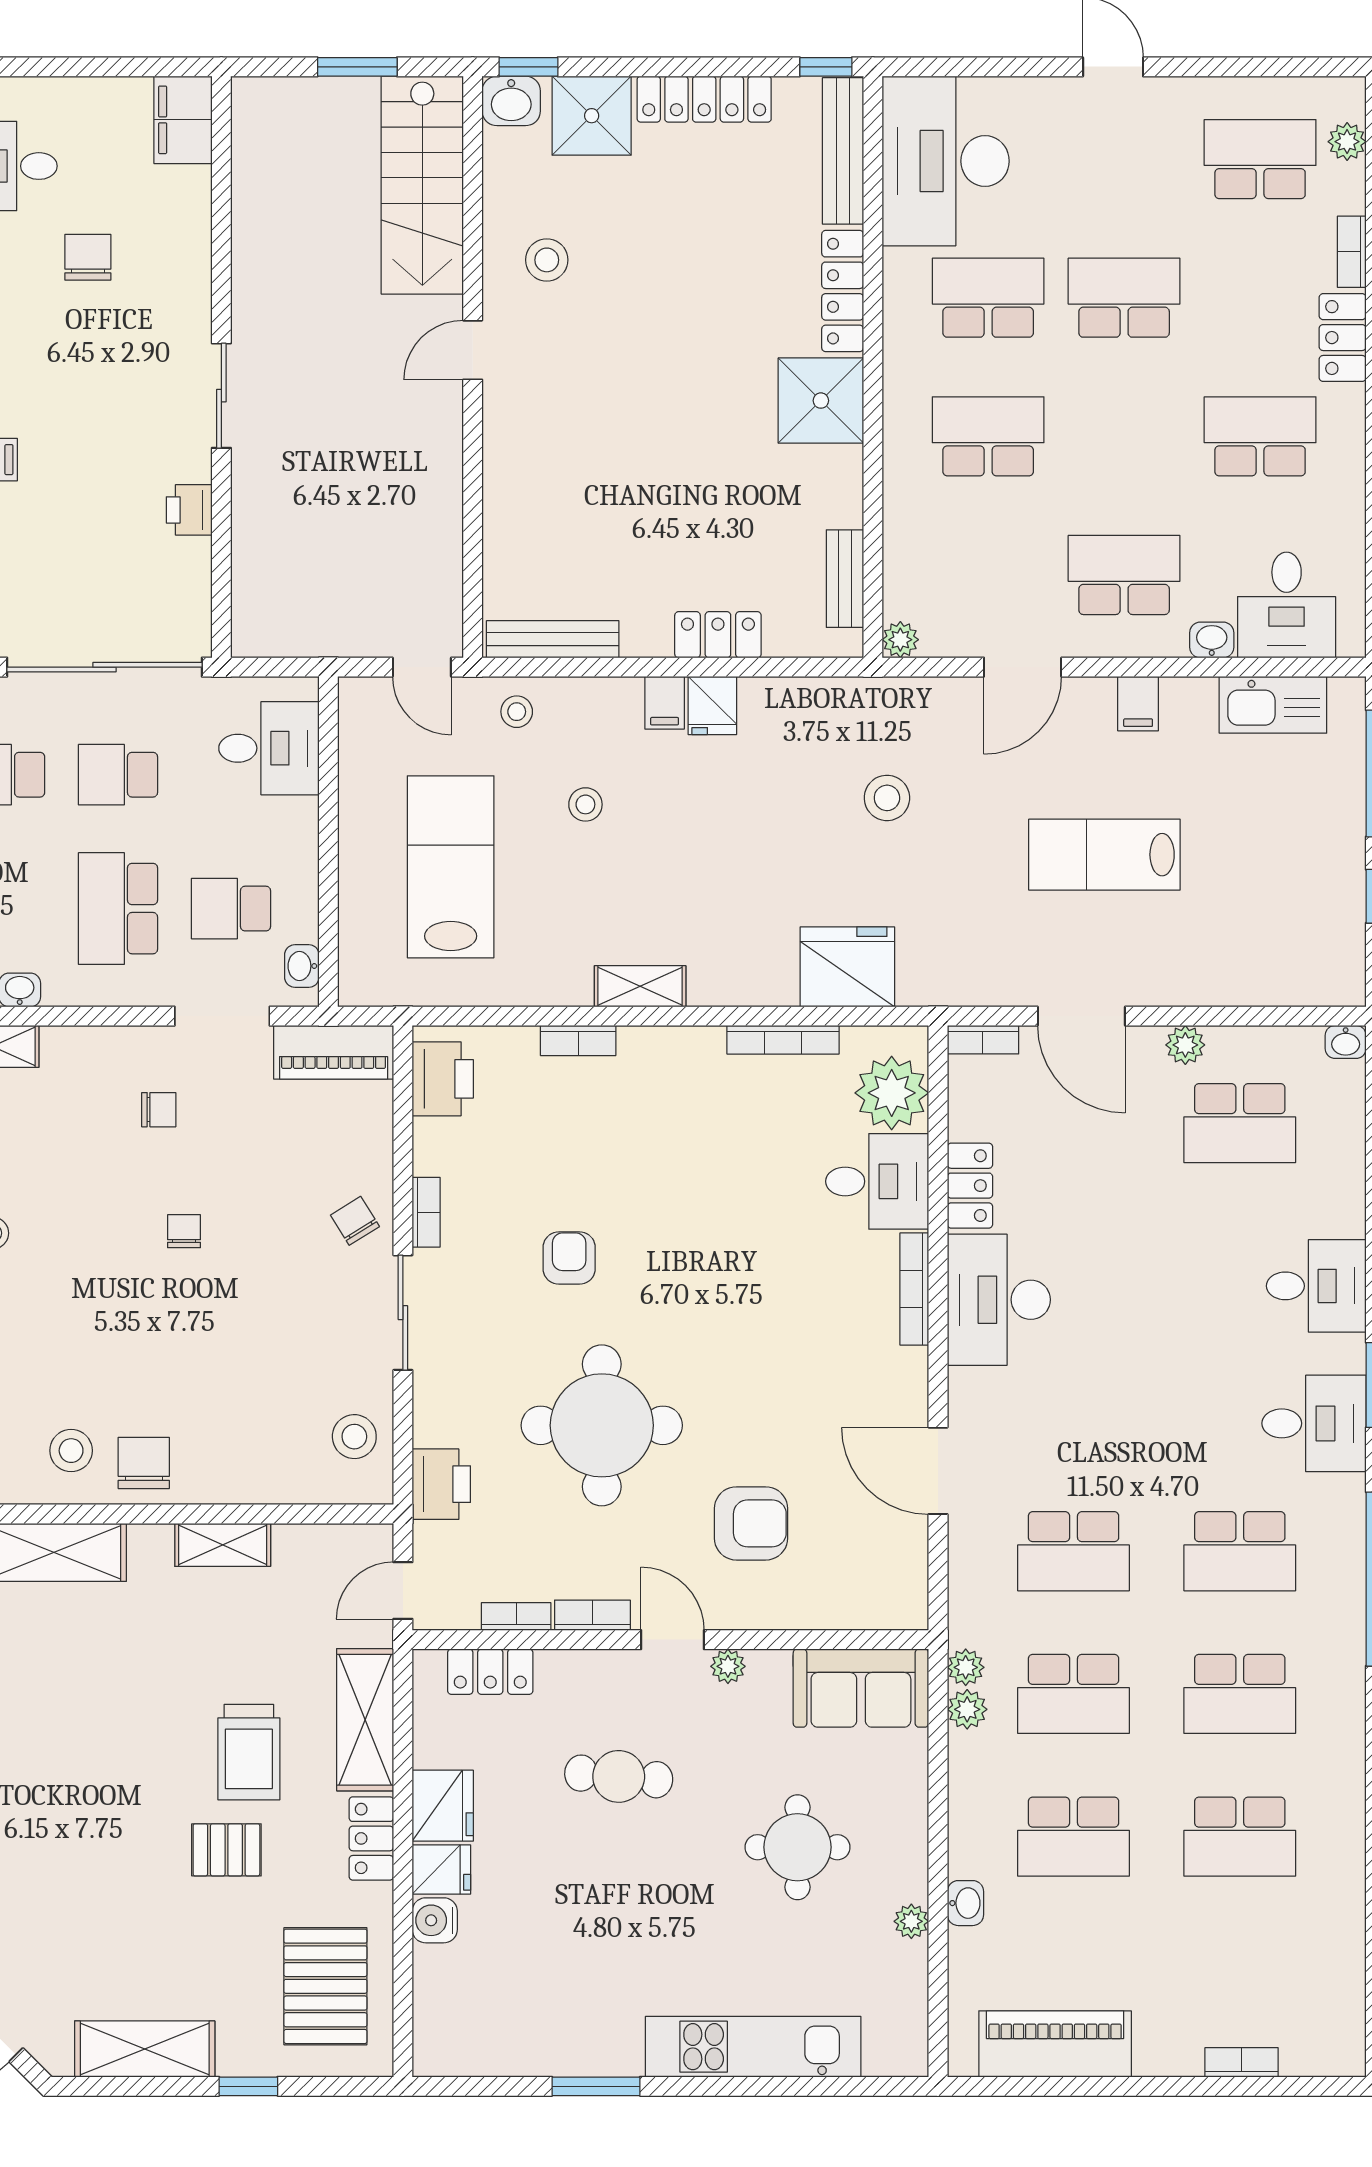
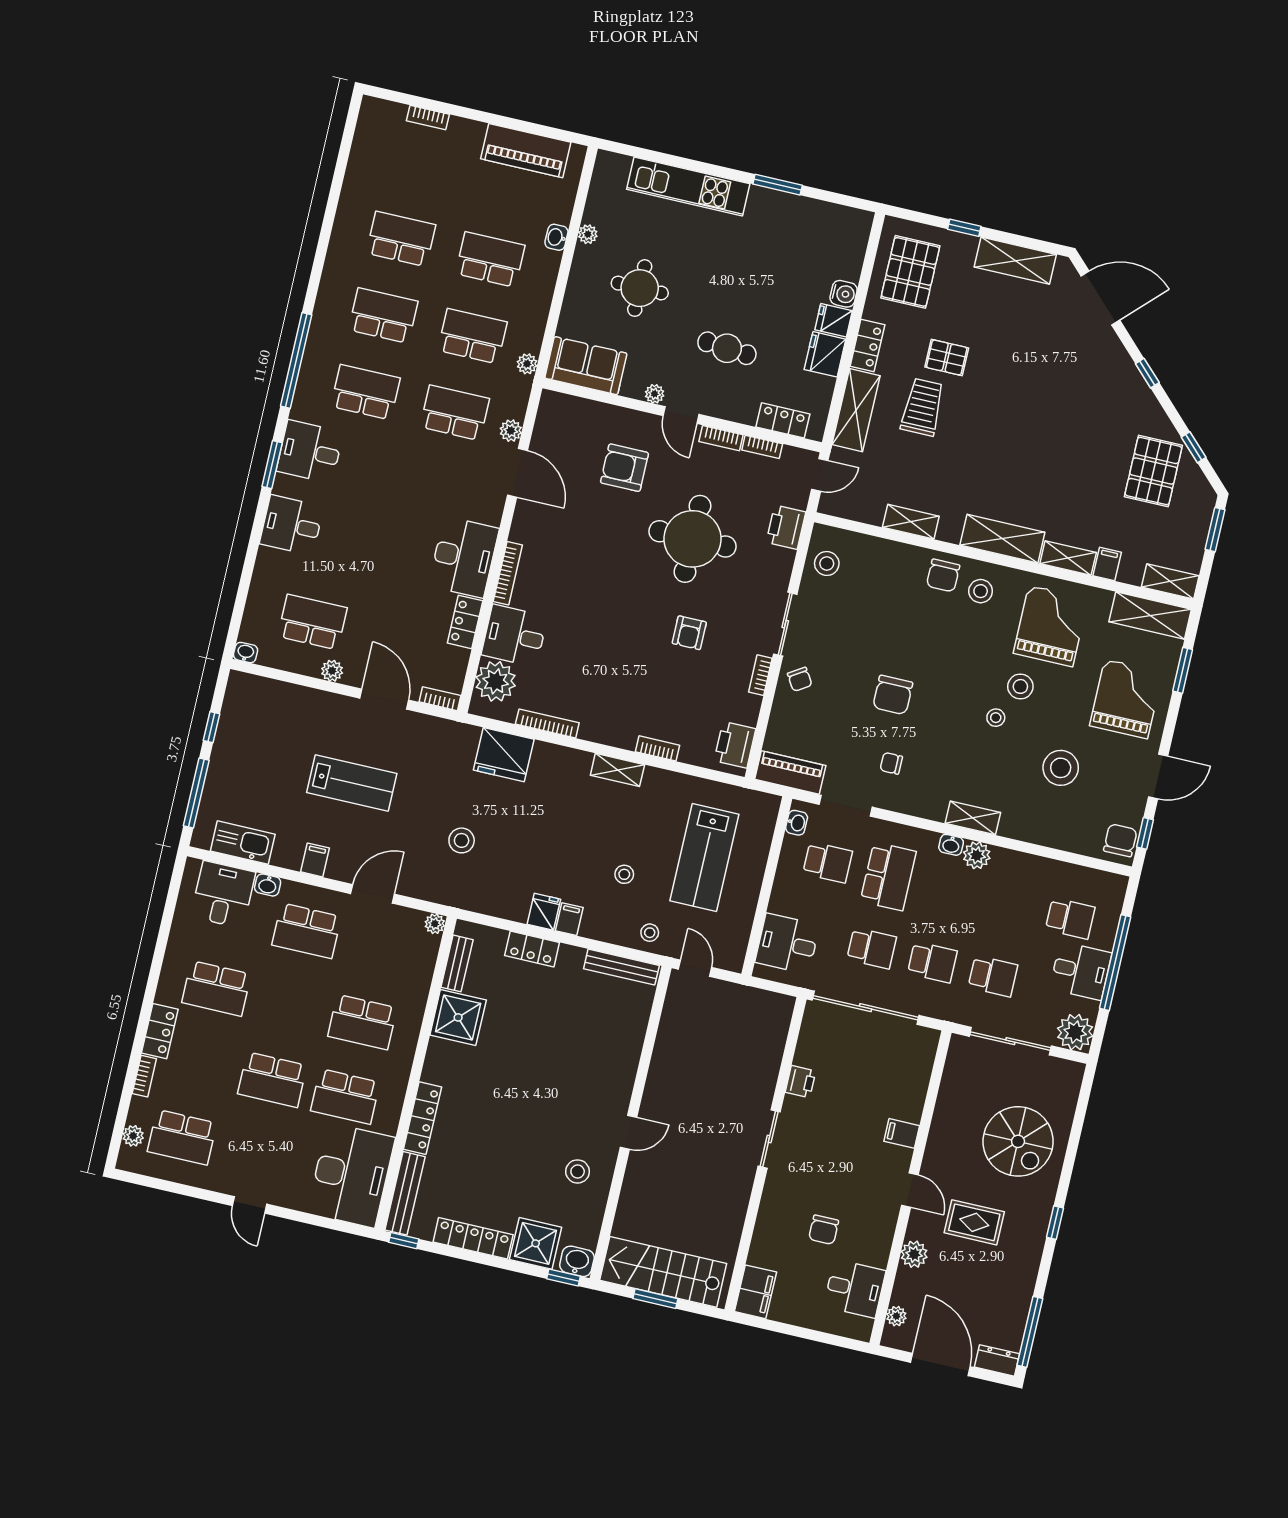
stairs: (422, 185) -> (663, 1272), moved, turned -90
shower: (821, 401) -> (458, 1017), moved
chair: (184, 1231) -> (893, 695), width x1.87, depth x1.87
plant: (967, 1709) -> (511, 431), moved

